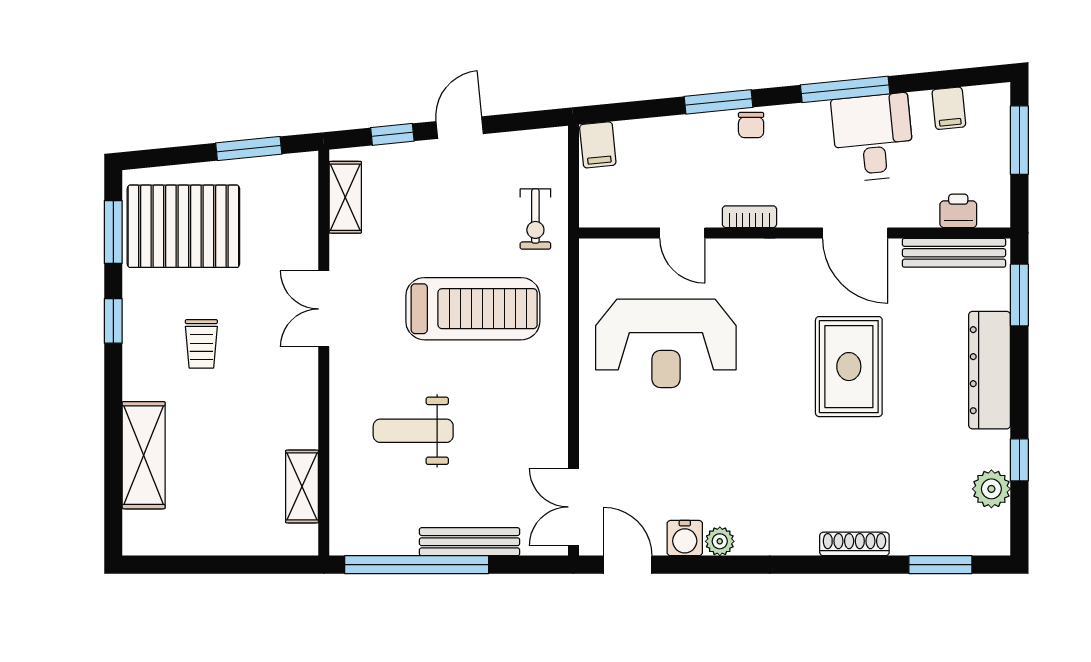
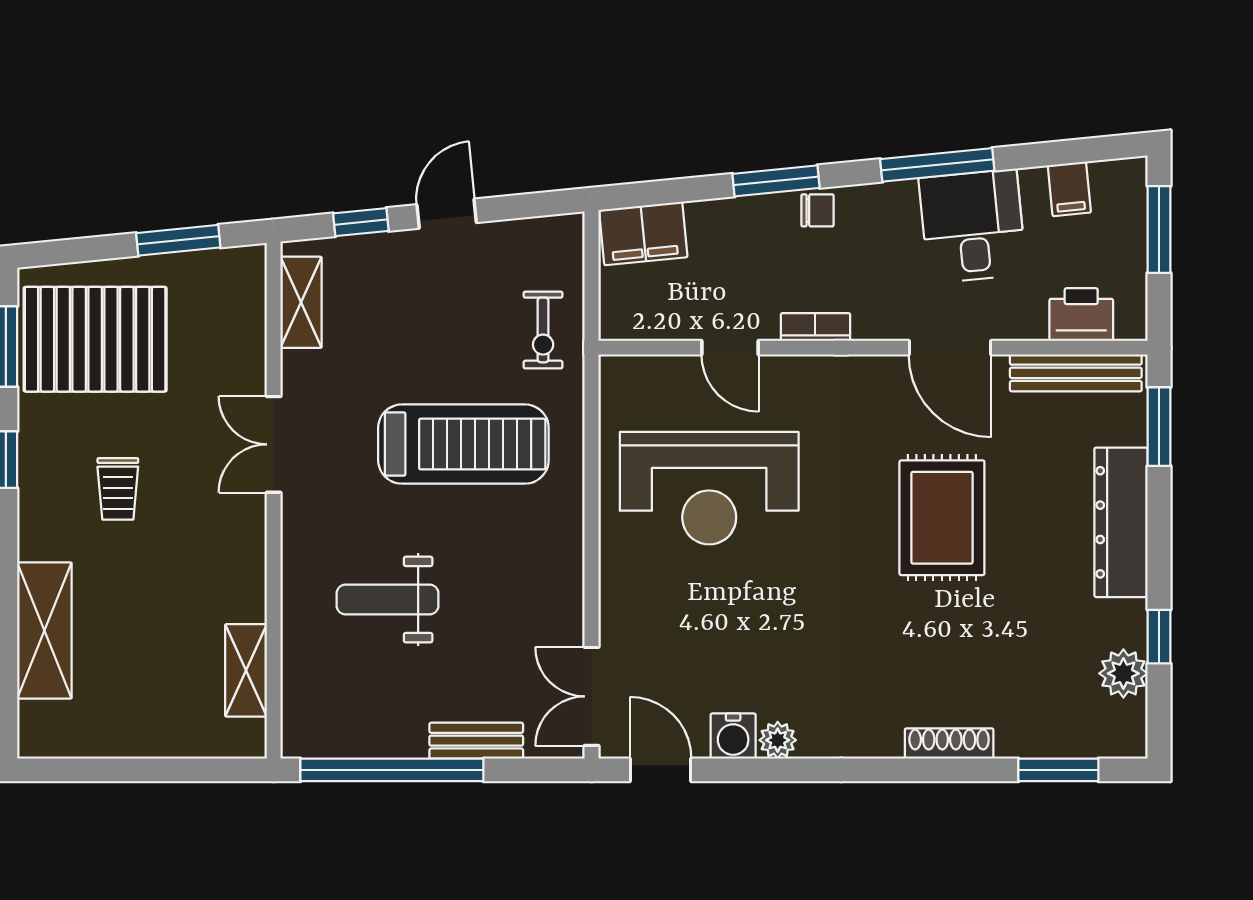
chair: (751, 125) -> (818, 210), turned -90
filing cabinet: (598, 145) -> (643, 233), width x2.00
printer: (958, 211) -> (1081, 315), width x1.36, depth x1.24
bench: (470, 542) -> (476, 741), width x0.73

